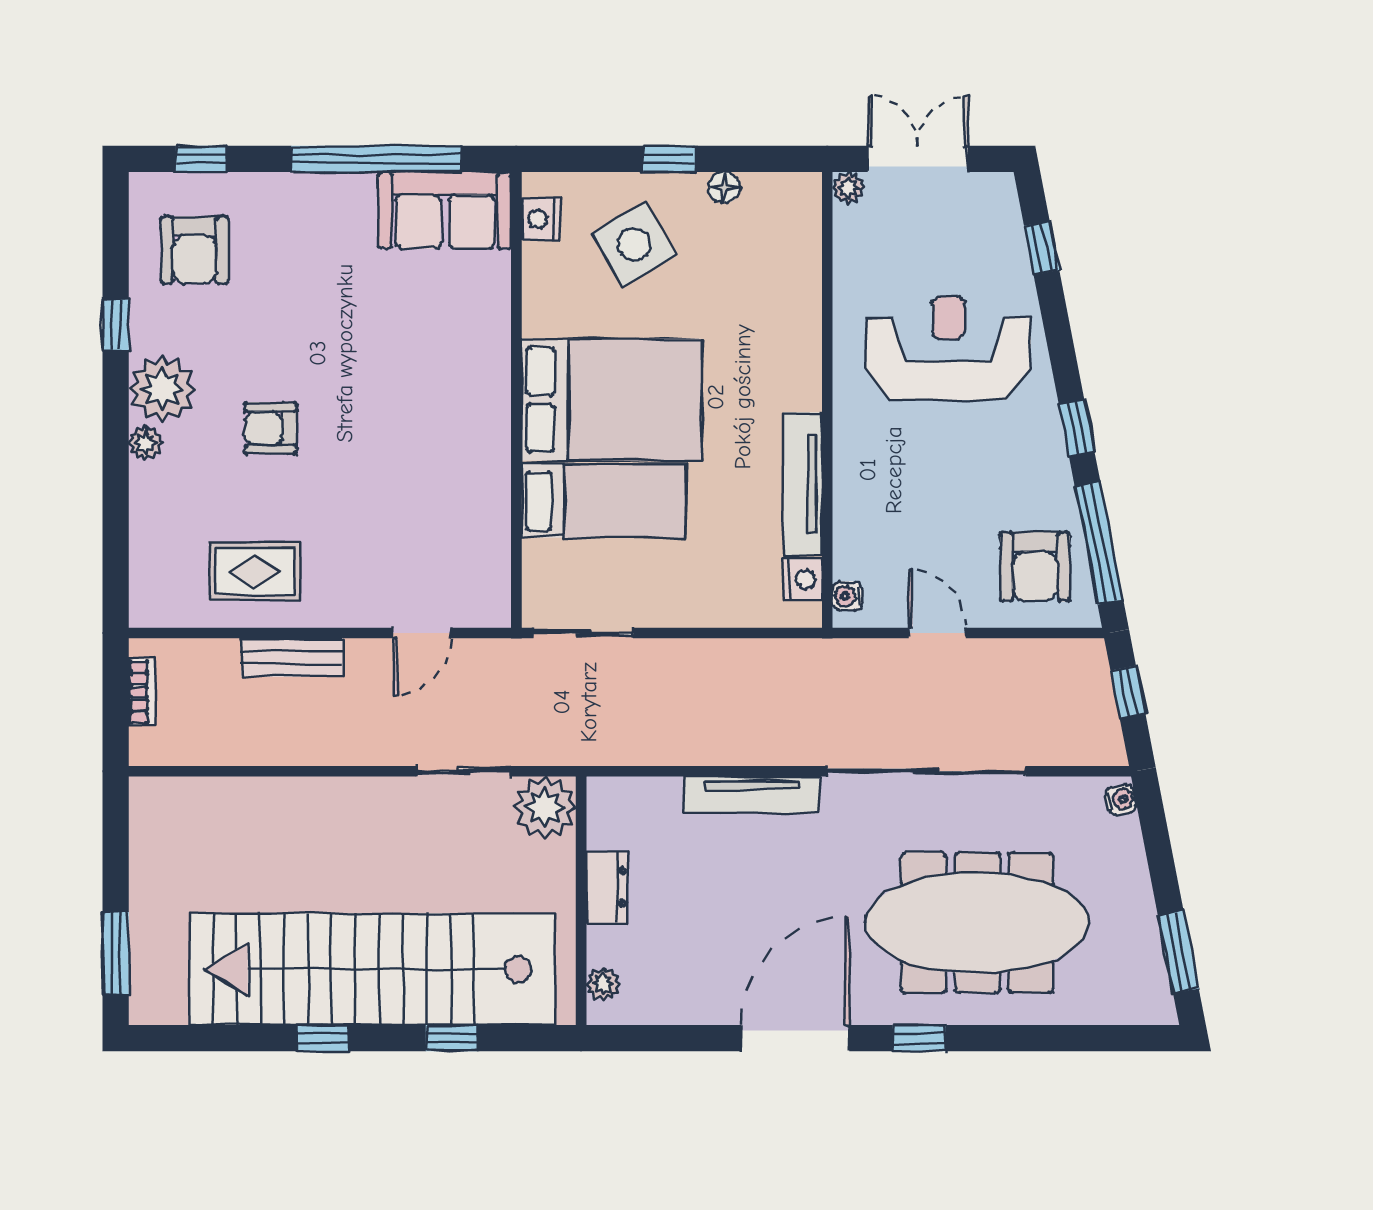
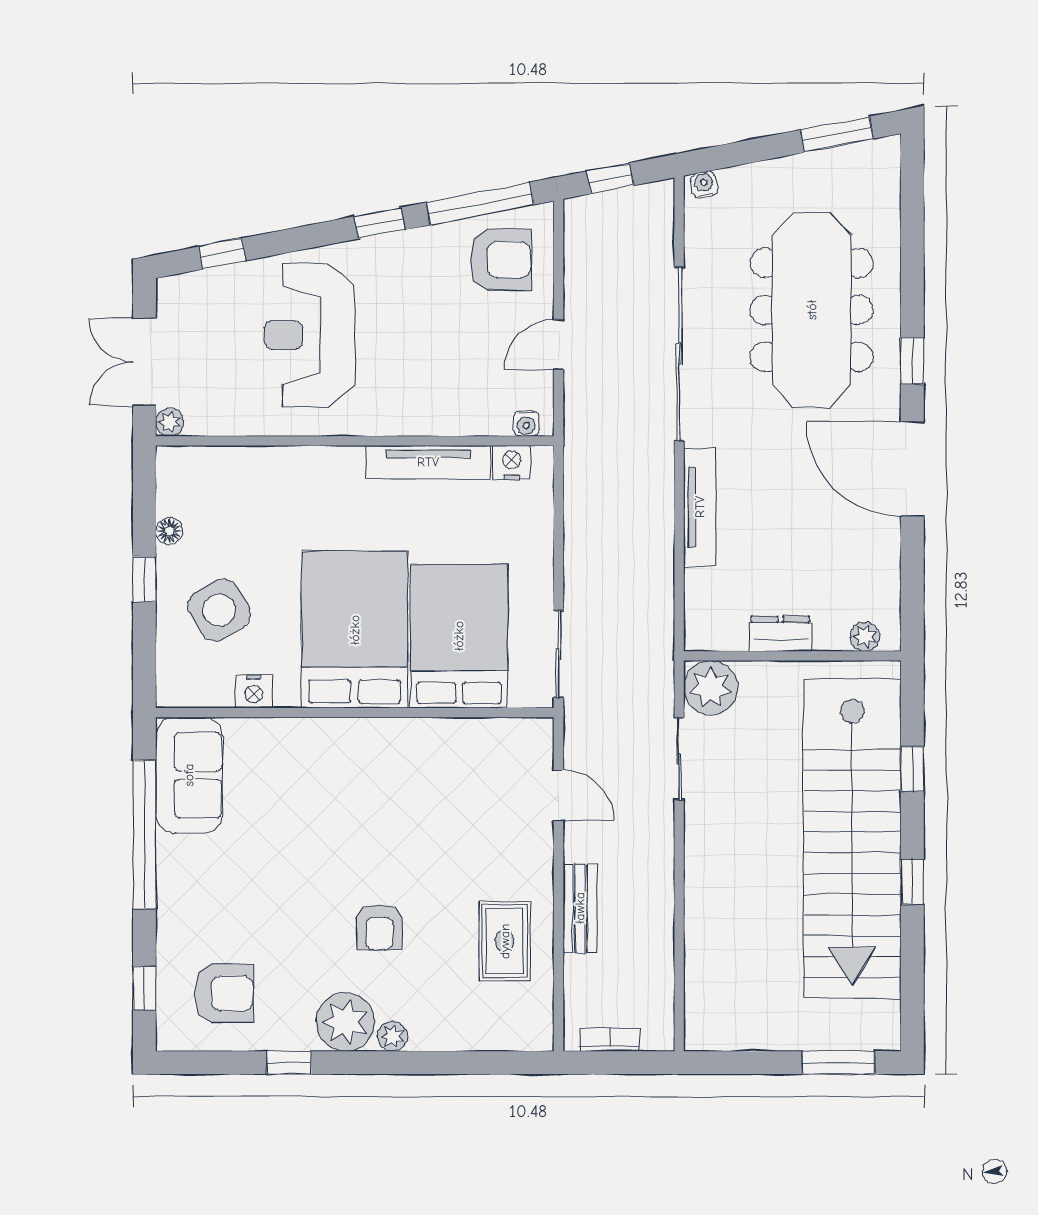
nightstand: (541, 219) -> (254, 691), moved
bed: (604, 501) -> (459, 636), width x1.50

